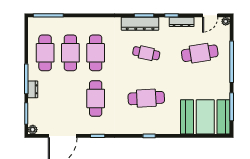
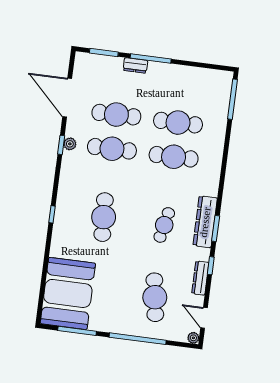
cafe table: (45, 53) -> (116, 115), moved
plant: (33, 130) -> (70, 144), moved

